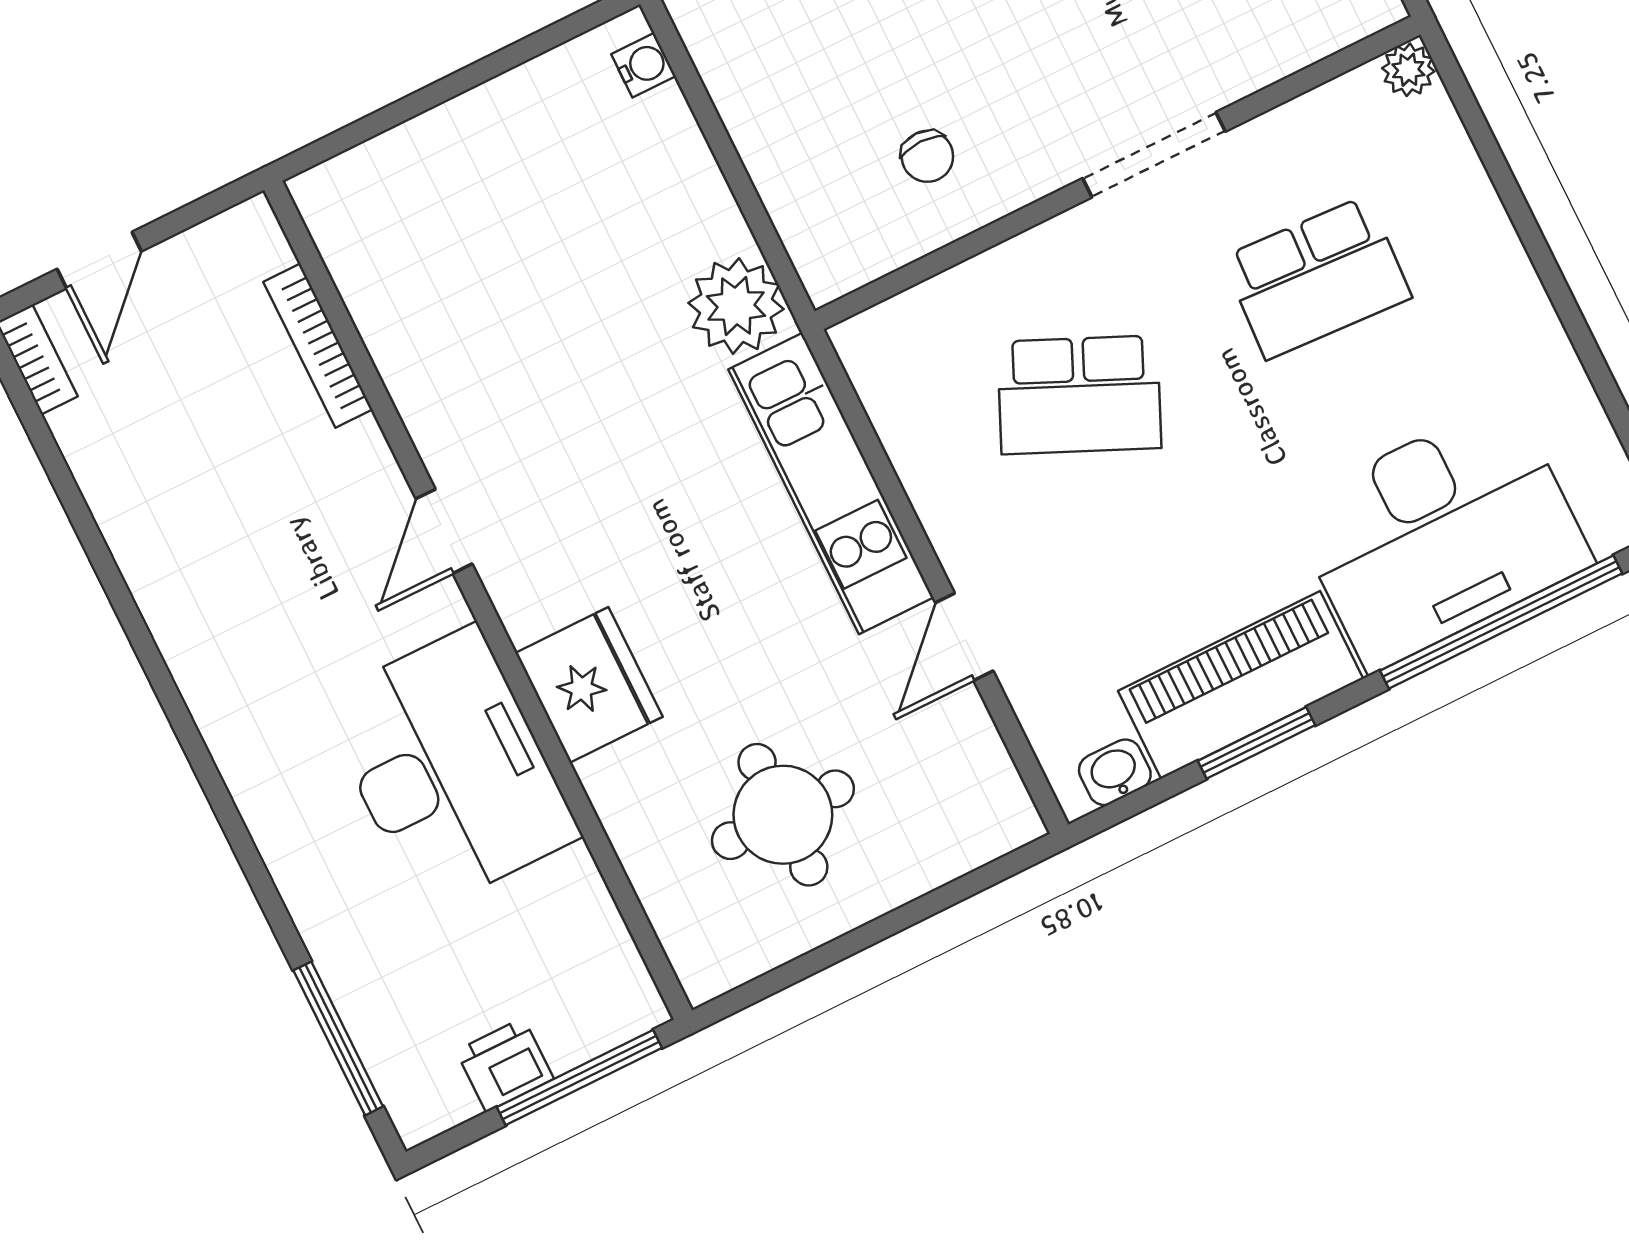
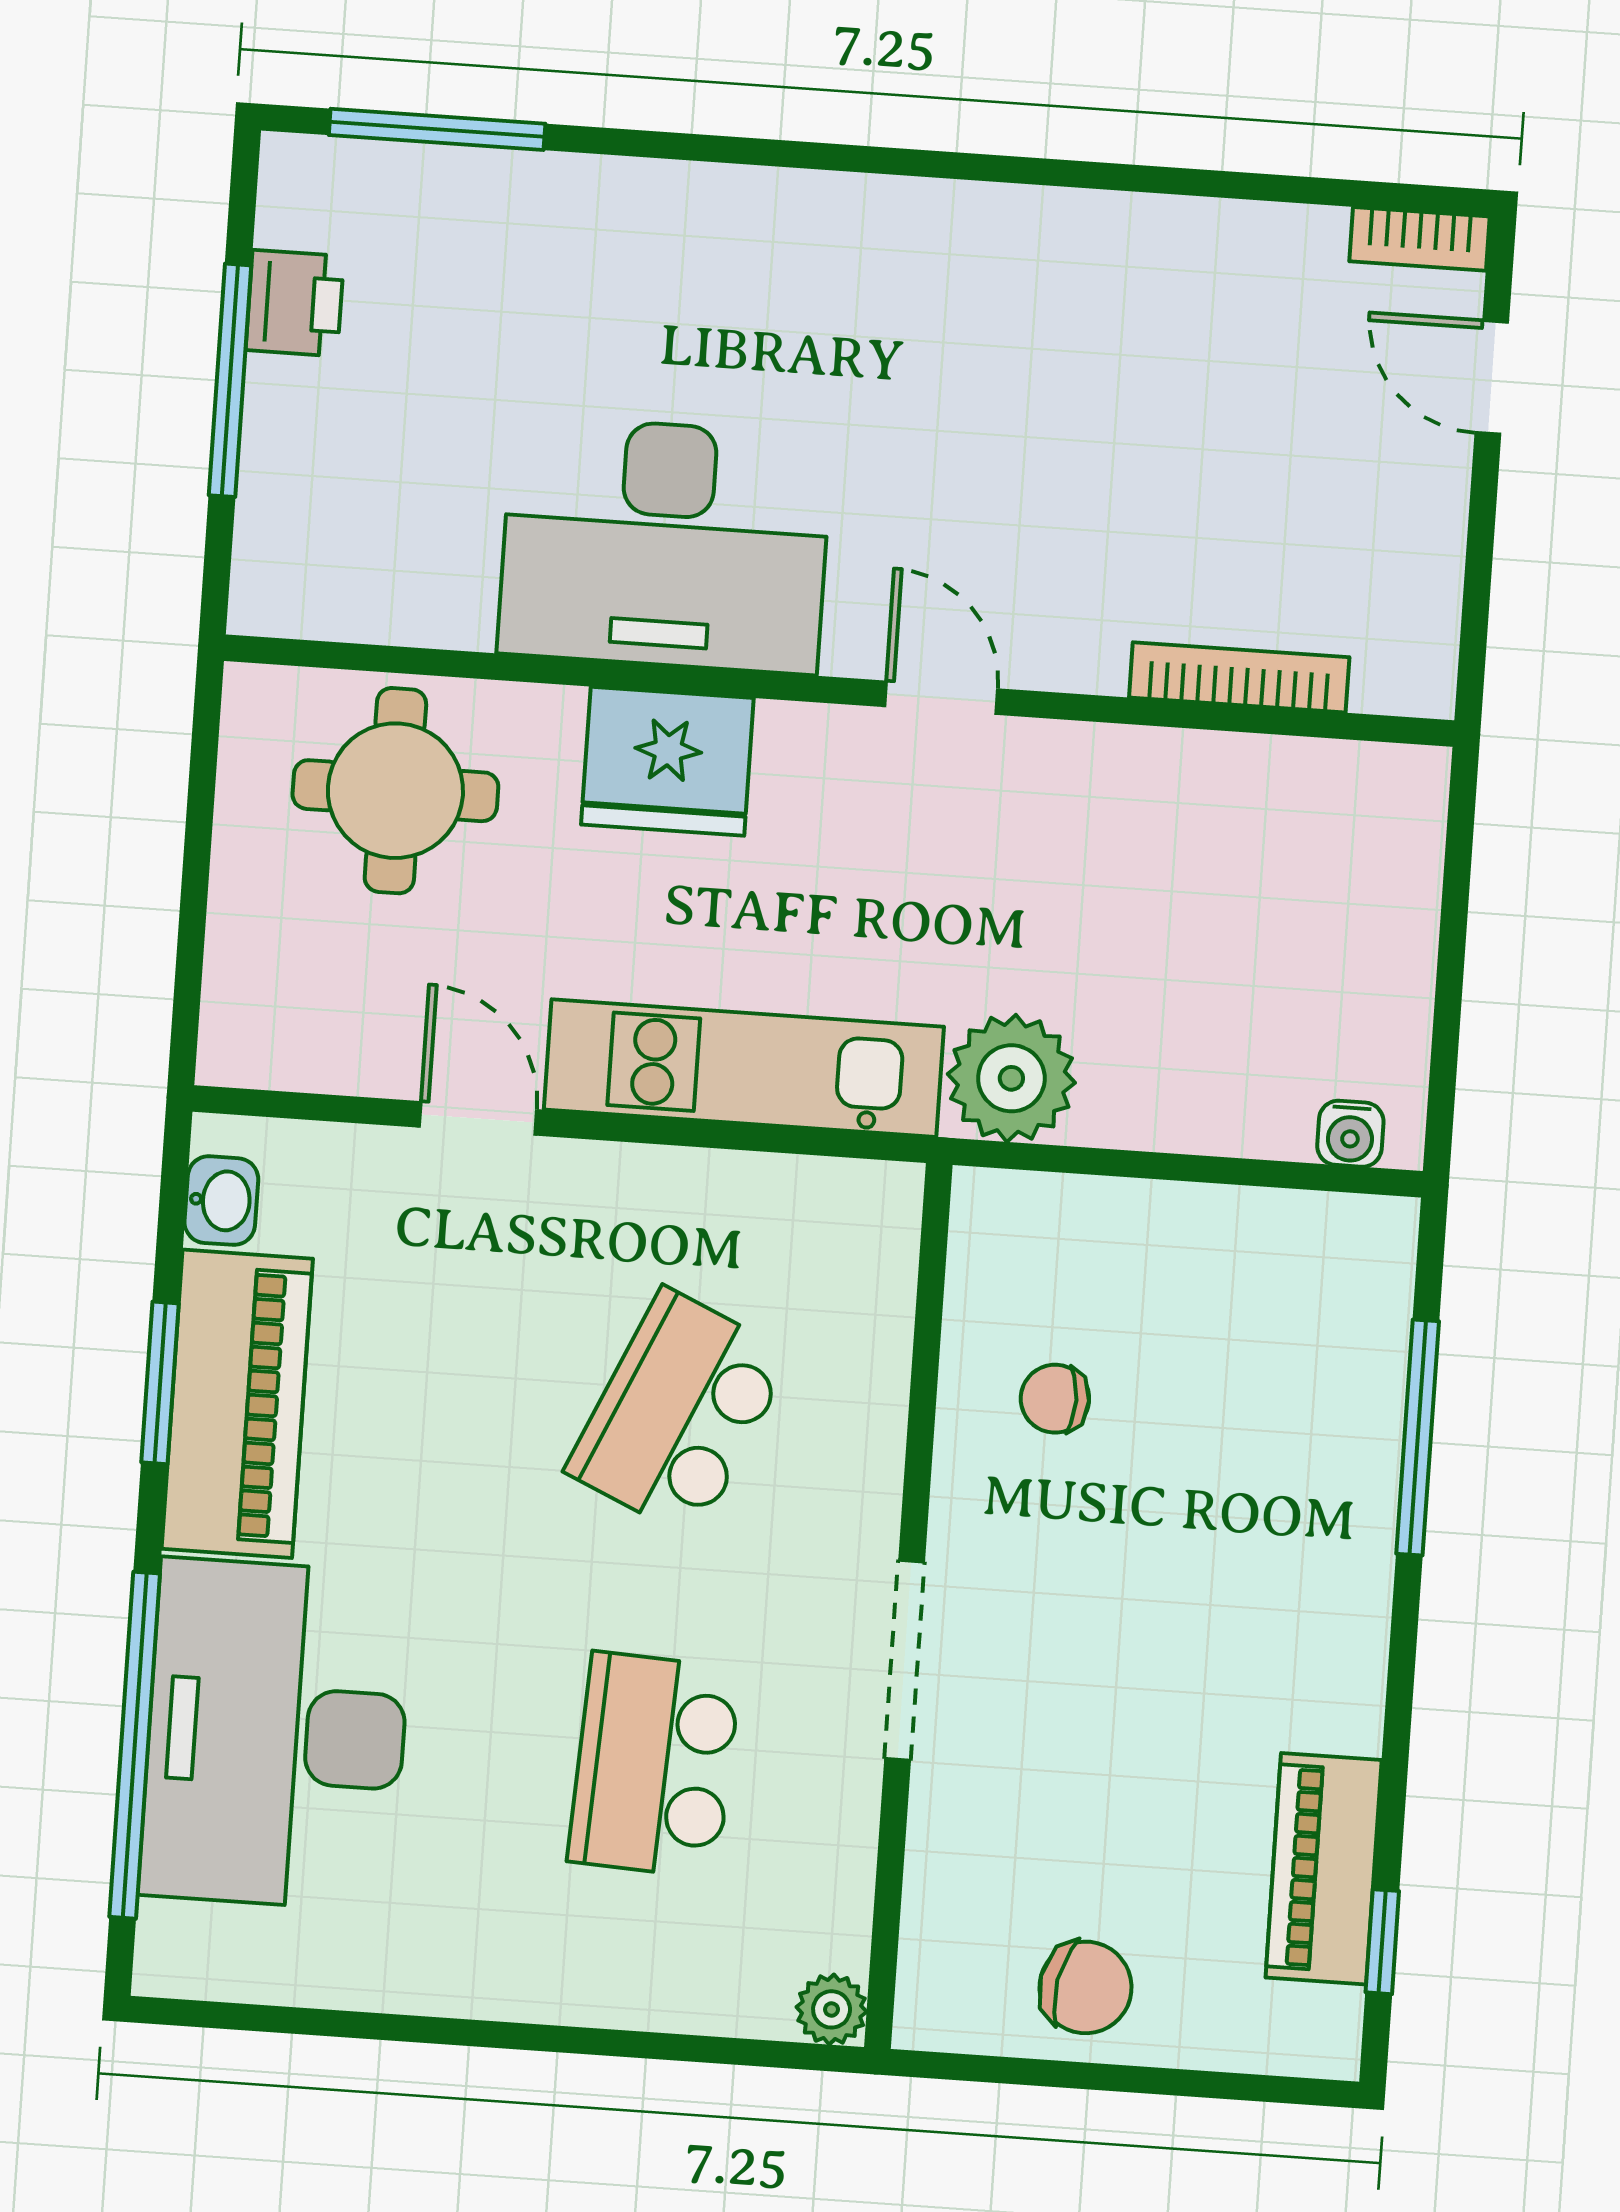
bookcase: (318, 346) -> (1239, 677), moved
door: (444, 531) -> (941, 698), moved
wall: (478, 600) -> (839, 691), moved
fridge: (589, 685) -> (667, 761), moved
desk: (450, 769) -> (665, 545), moved

